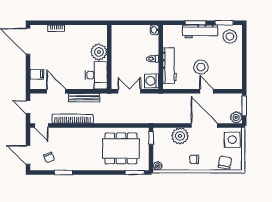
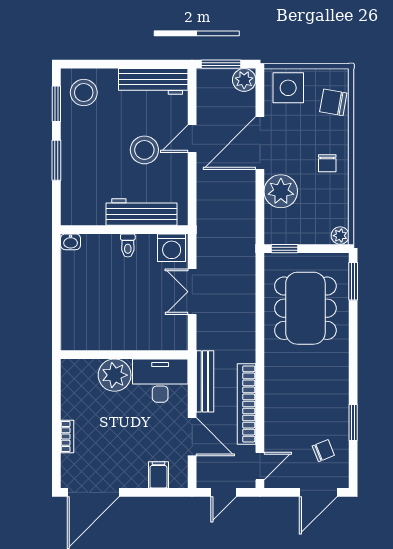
workbench: (200, 31) -> (153, 81), moved, turned 90
plant: (99, 52) -> (115, 375), moved
wall: (109, 57) -> (124, 355), moved
desk: (96, 75) -> (160, 381), moved
door: (56, 91) -> (192, 437), swing flipped

